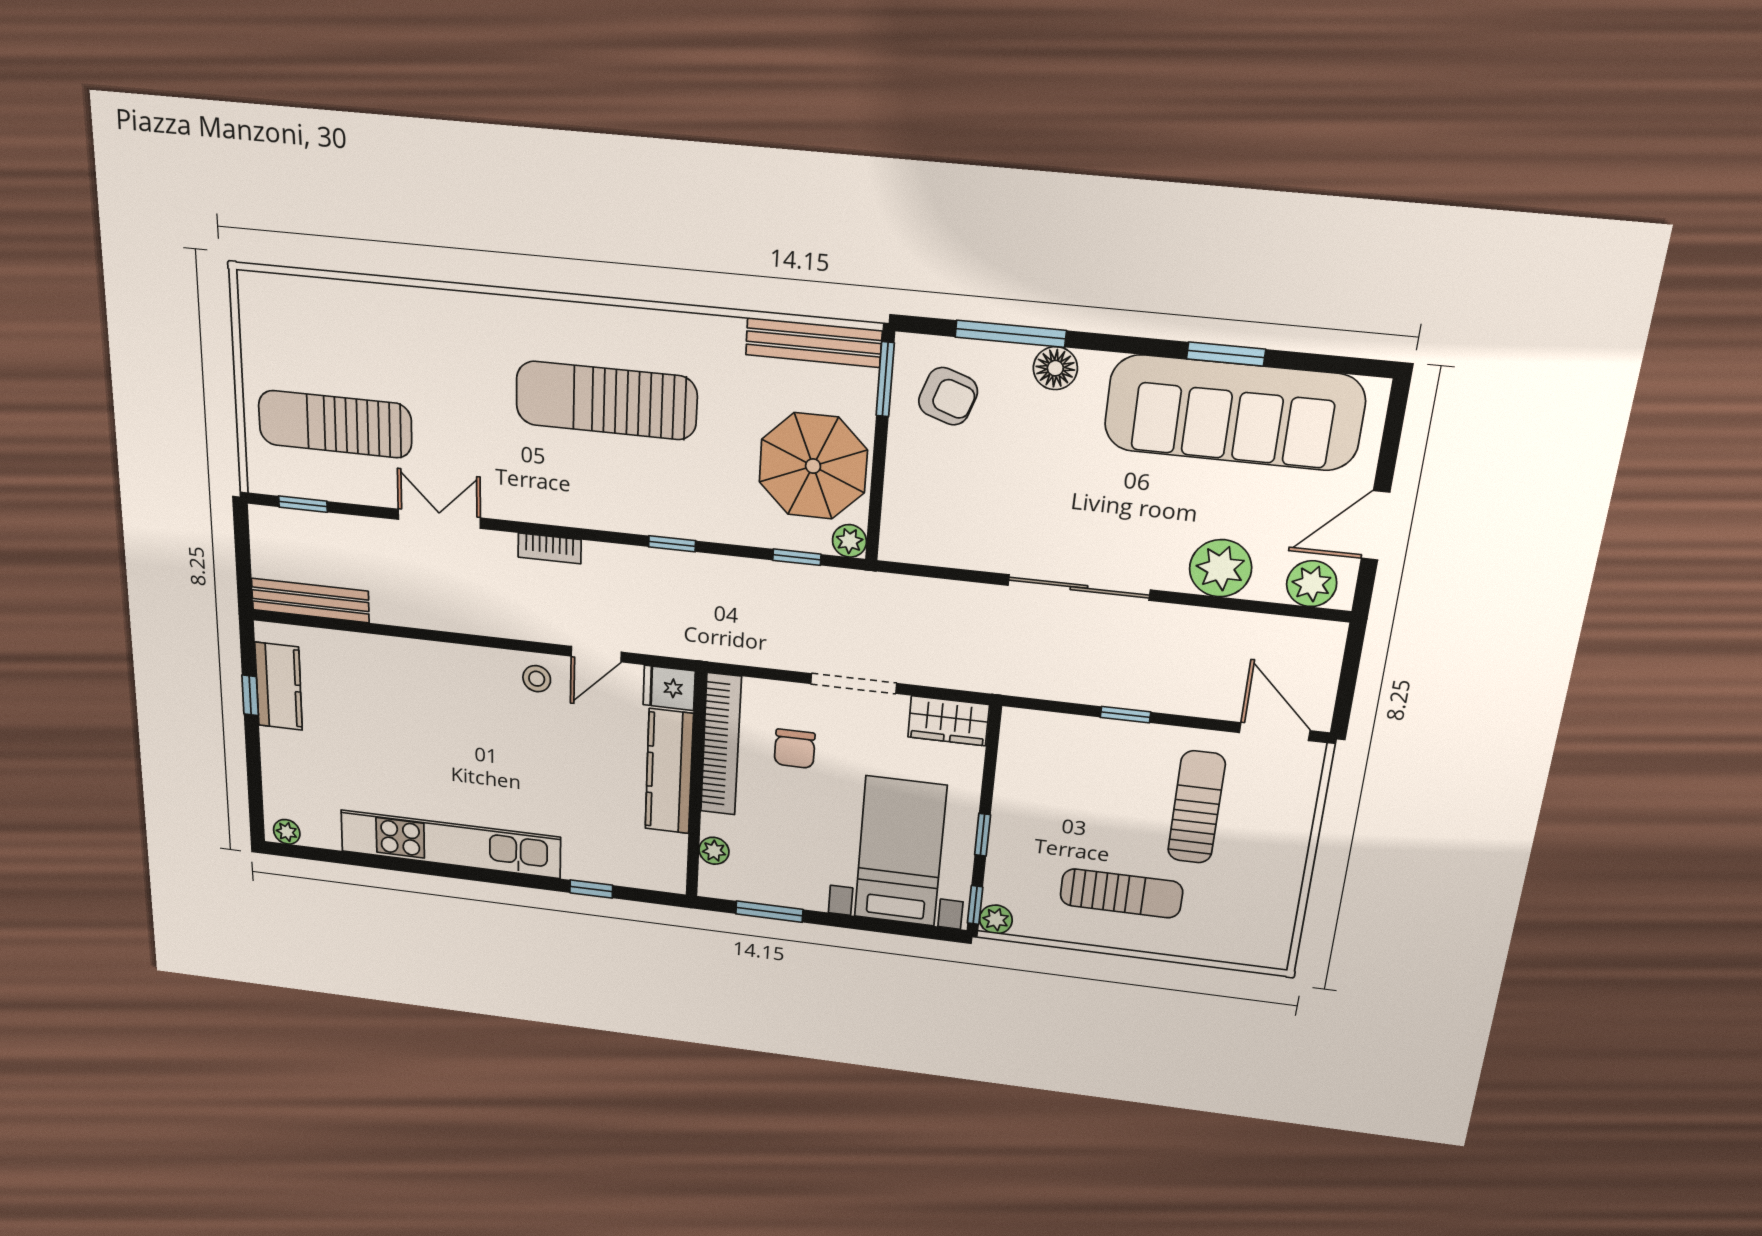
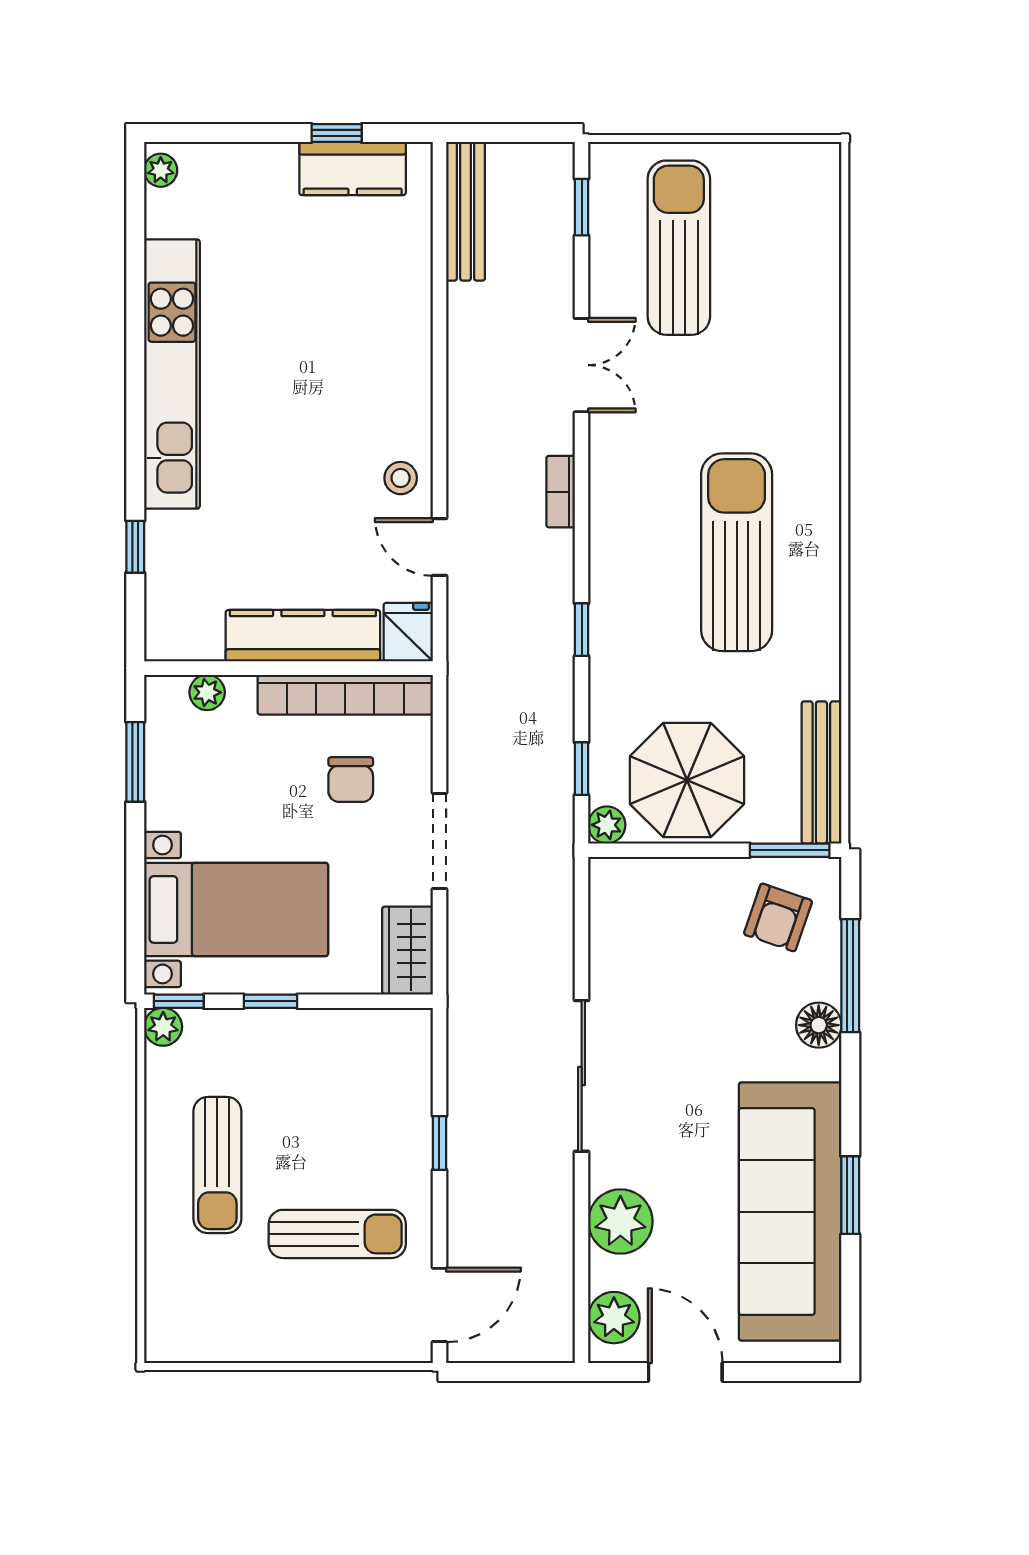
chair: (795, 749) -> (351, 780), turned -90

